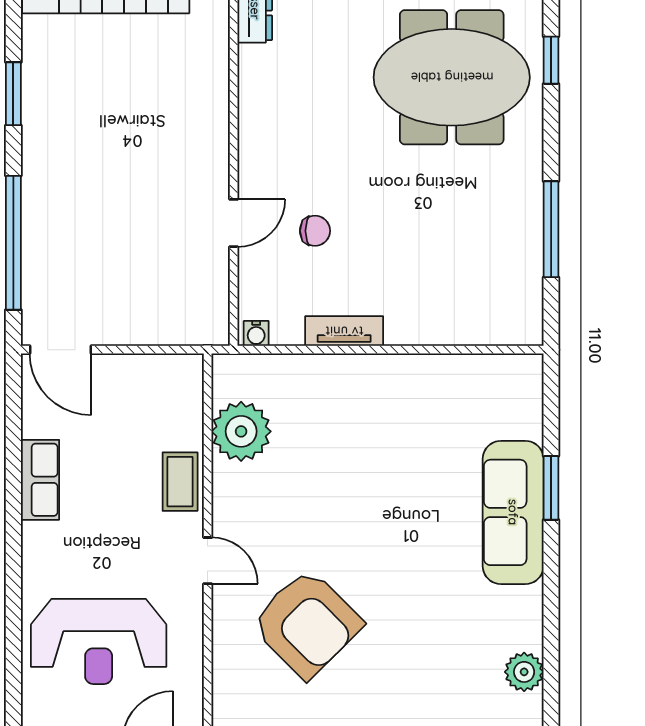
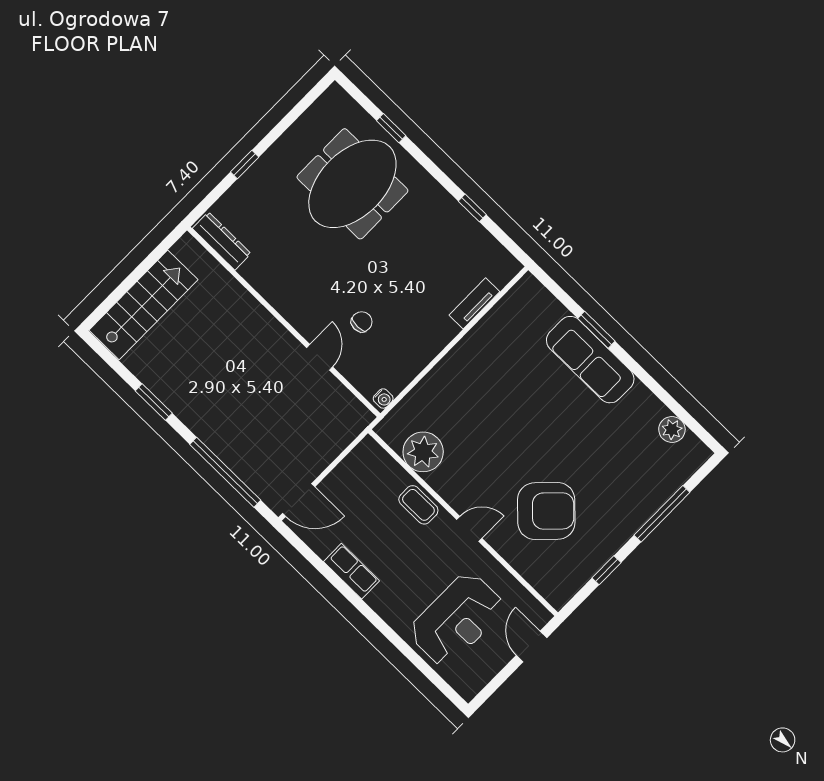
window: (551, 229) -> (472, 208), width x0.46
tv unit: (344, 331) -> (474, 303), moved

